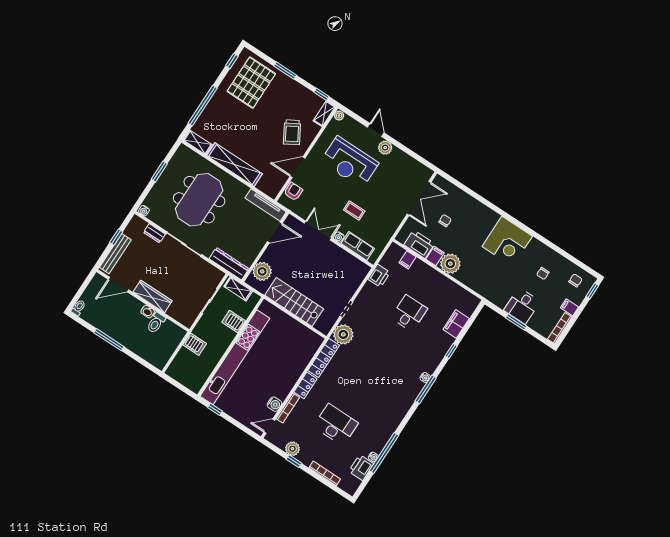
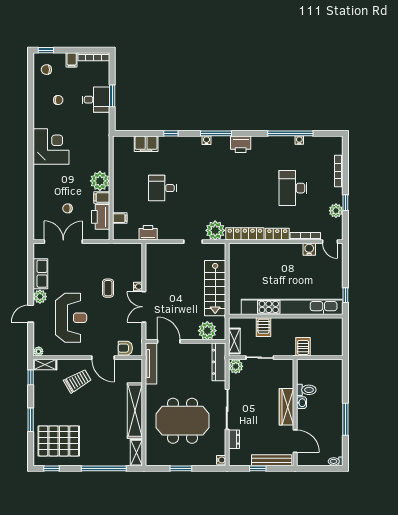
row of seats: (358, 246) -> (40, 274), moved, turned 180
plant: (216, 276) -> (236, 366), added
printer: (361, 468) -> (241, 144), moved

